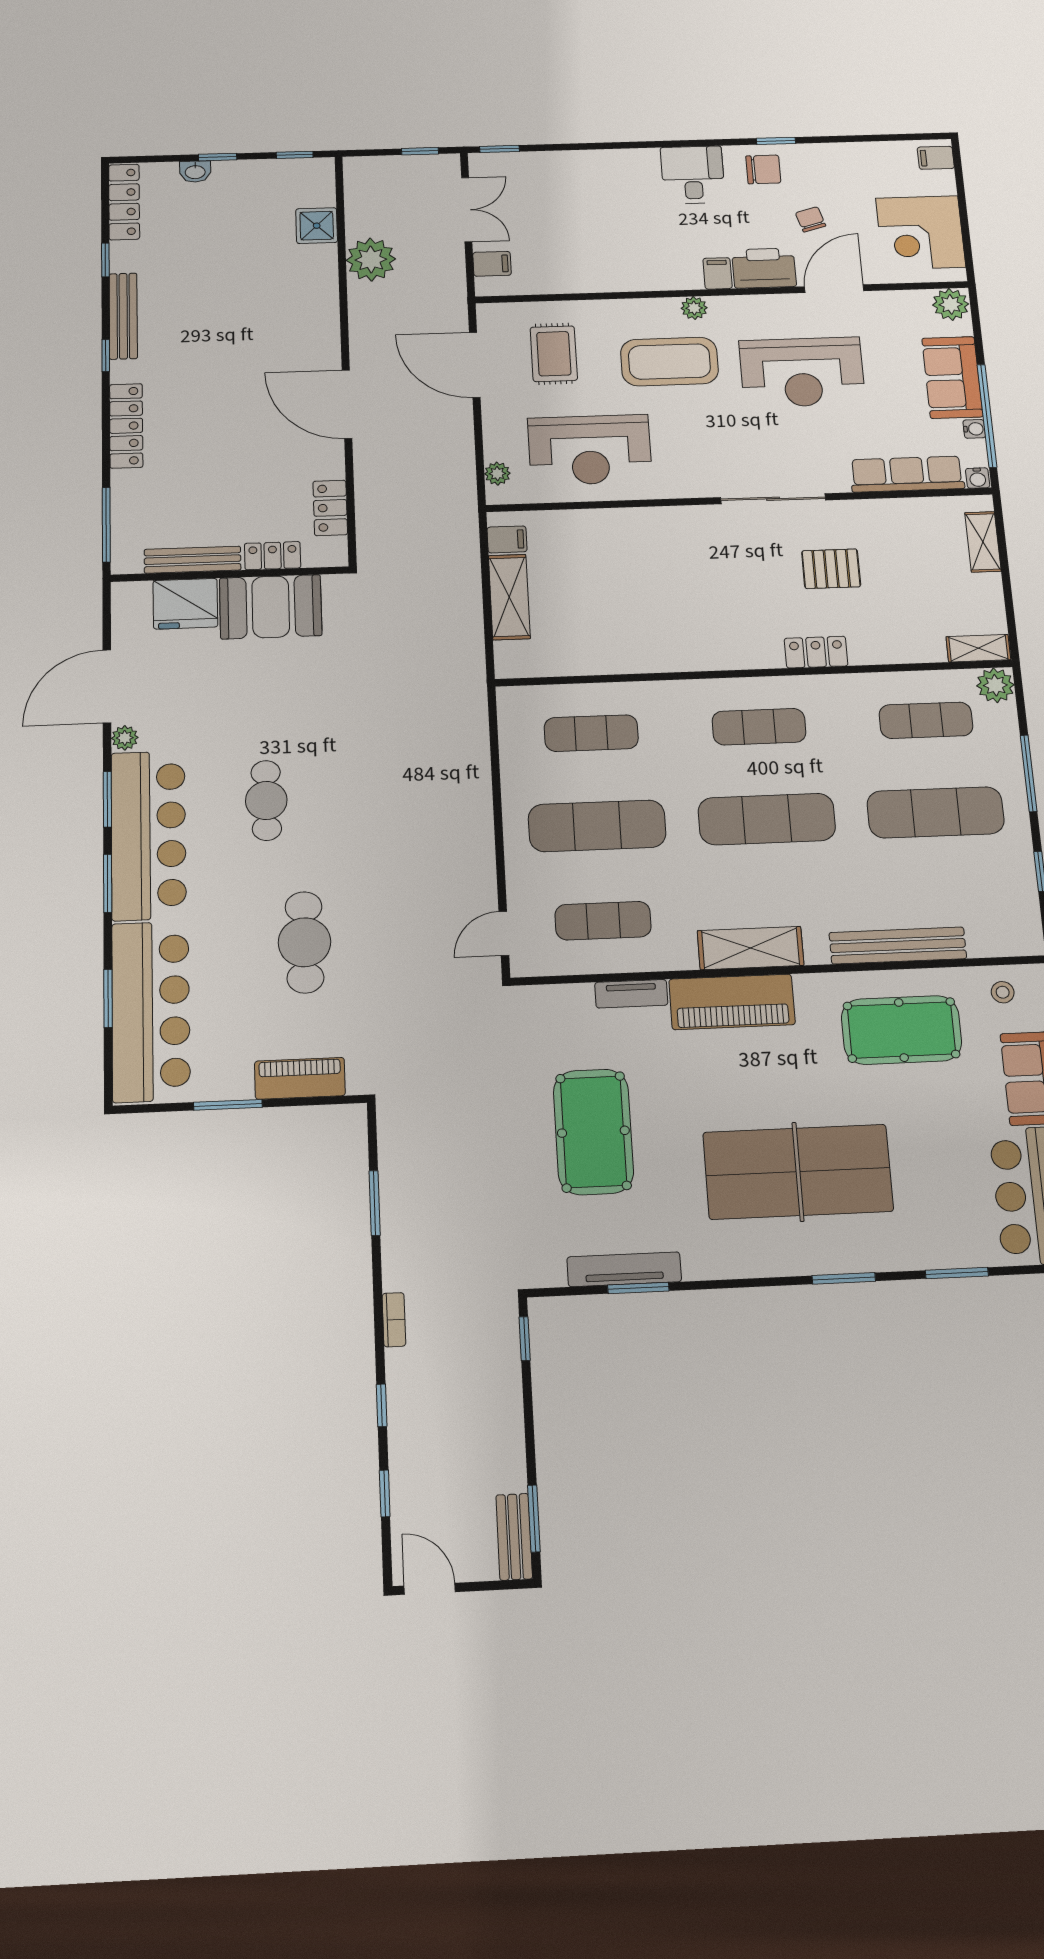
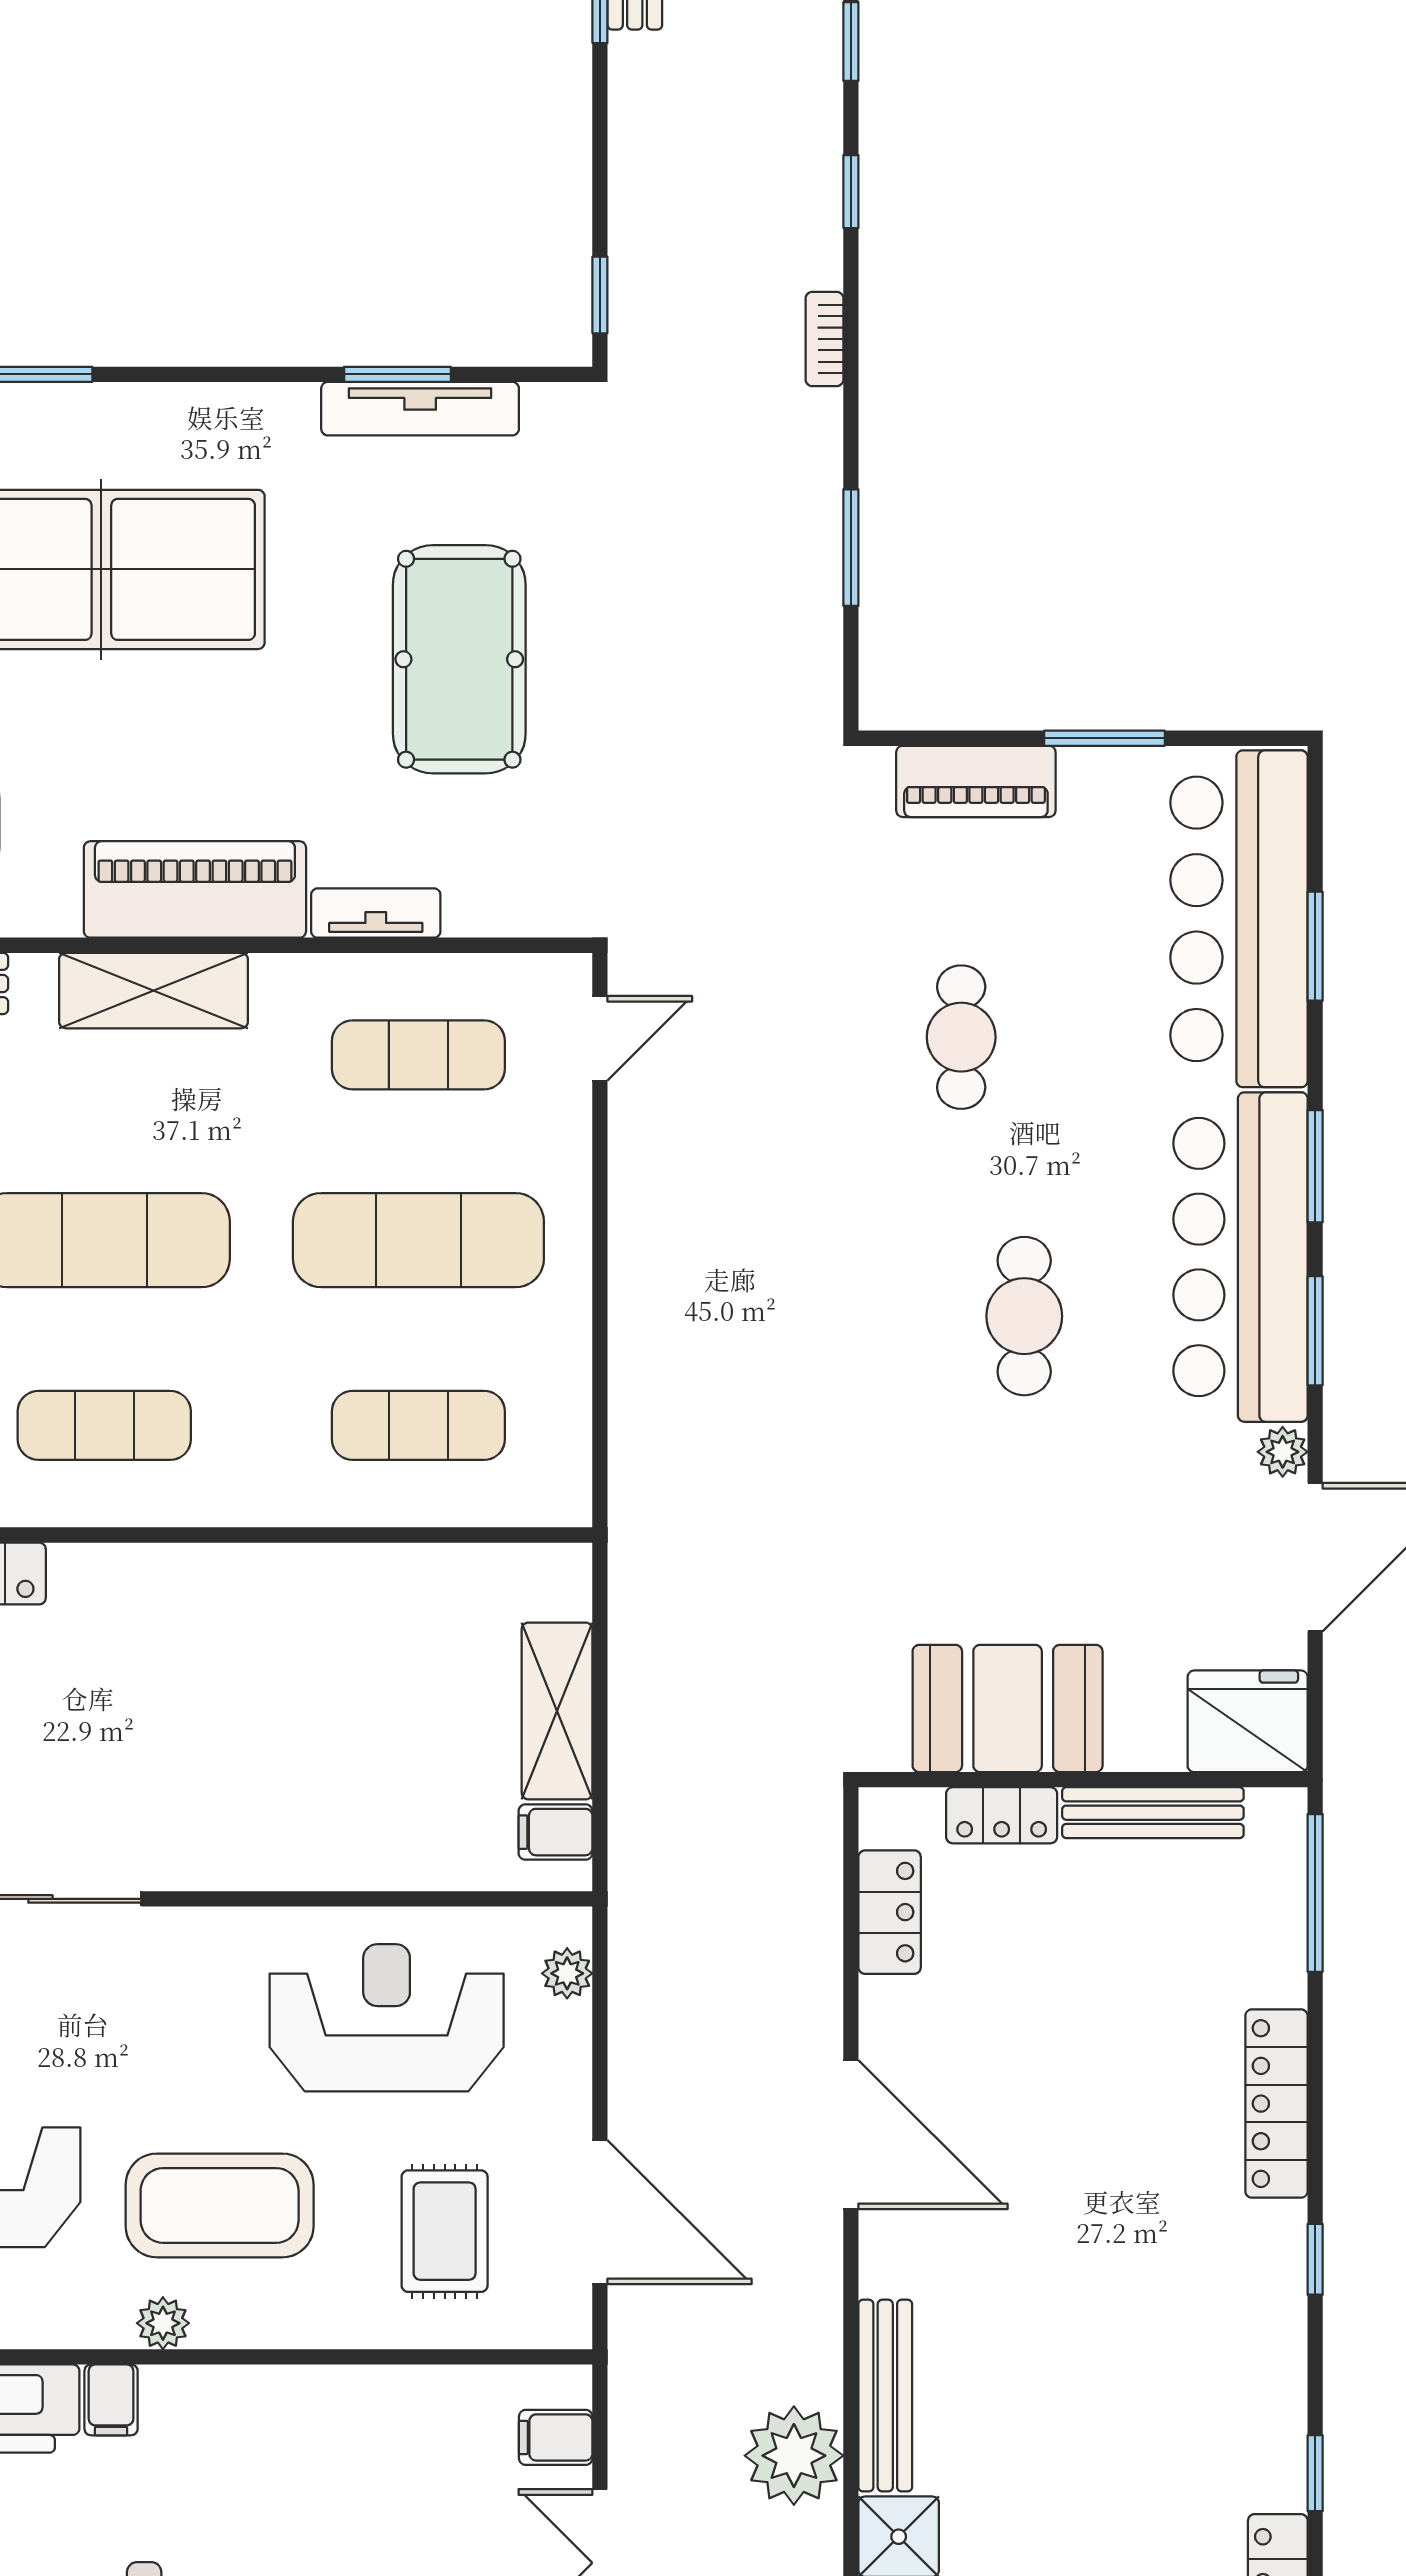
bench: (123, 316) -> (885, 2396), moved
fridge: (185, 604) -> (1248, 1721), moved
cafe table: (304, 942) -> (961, 1037), width x0.73, depth x0.74

